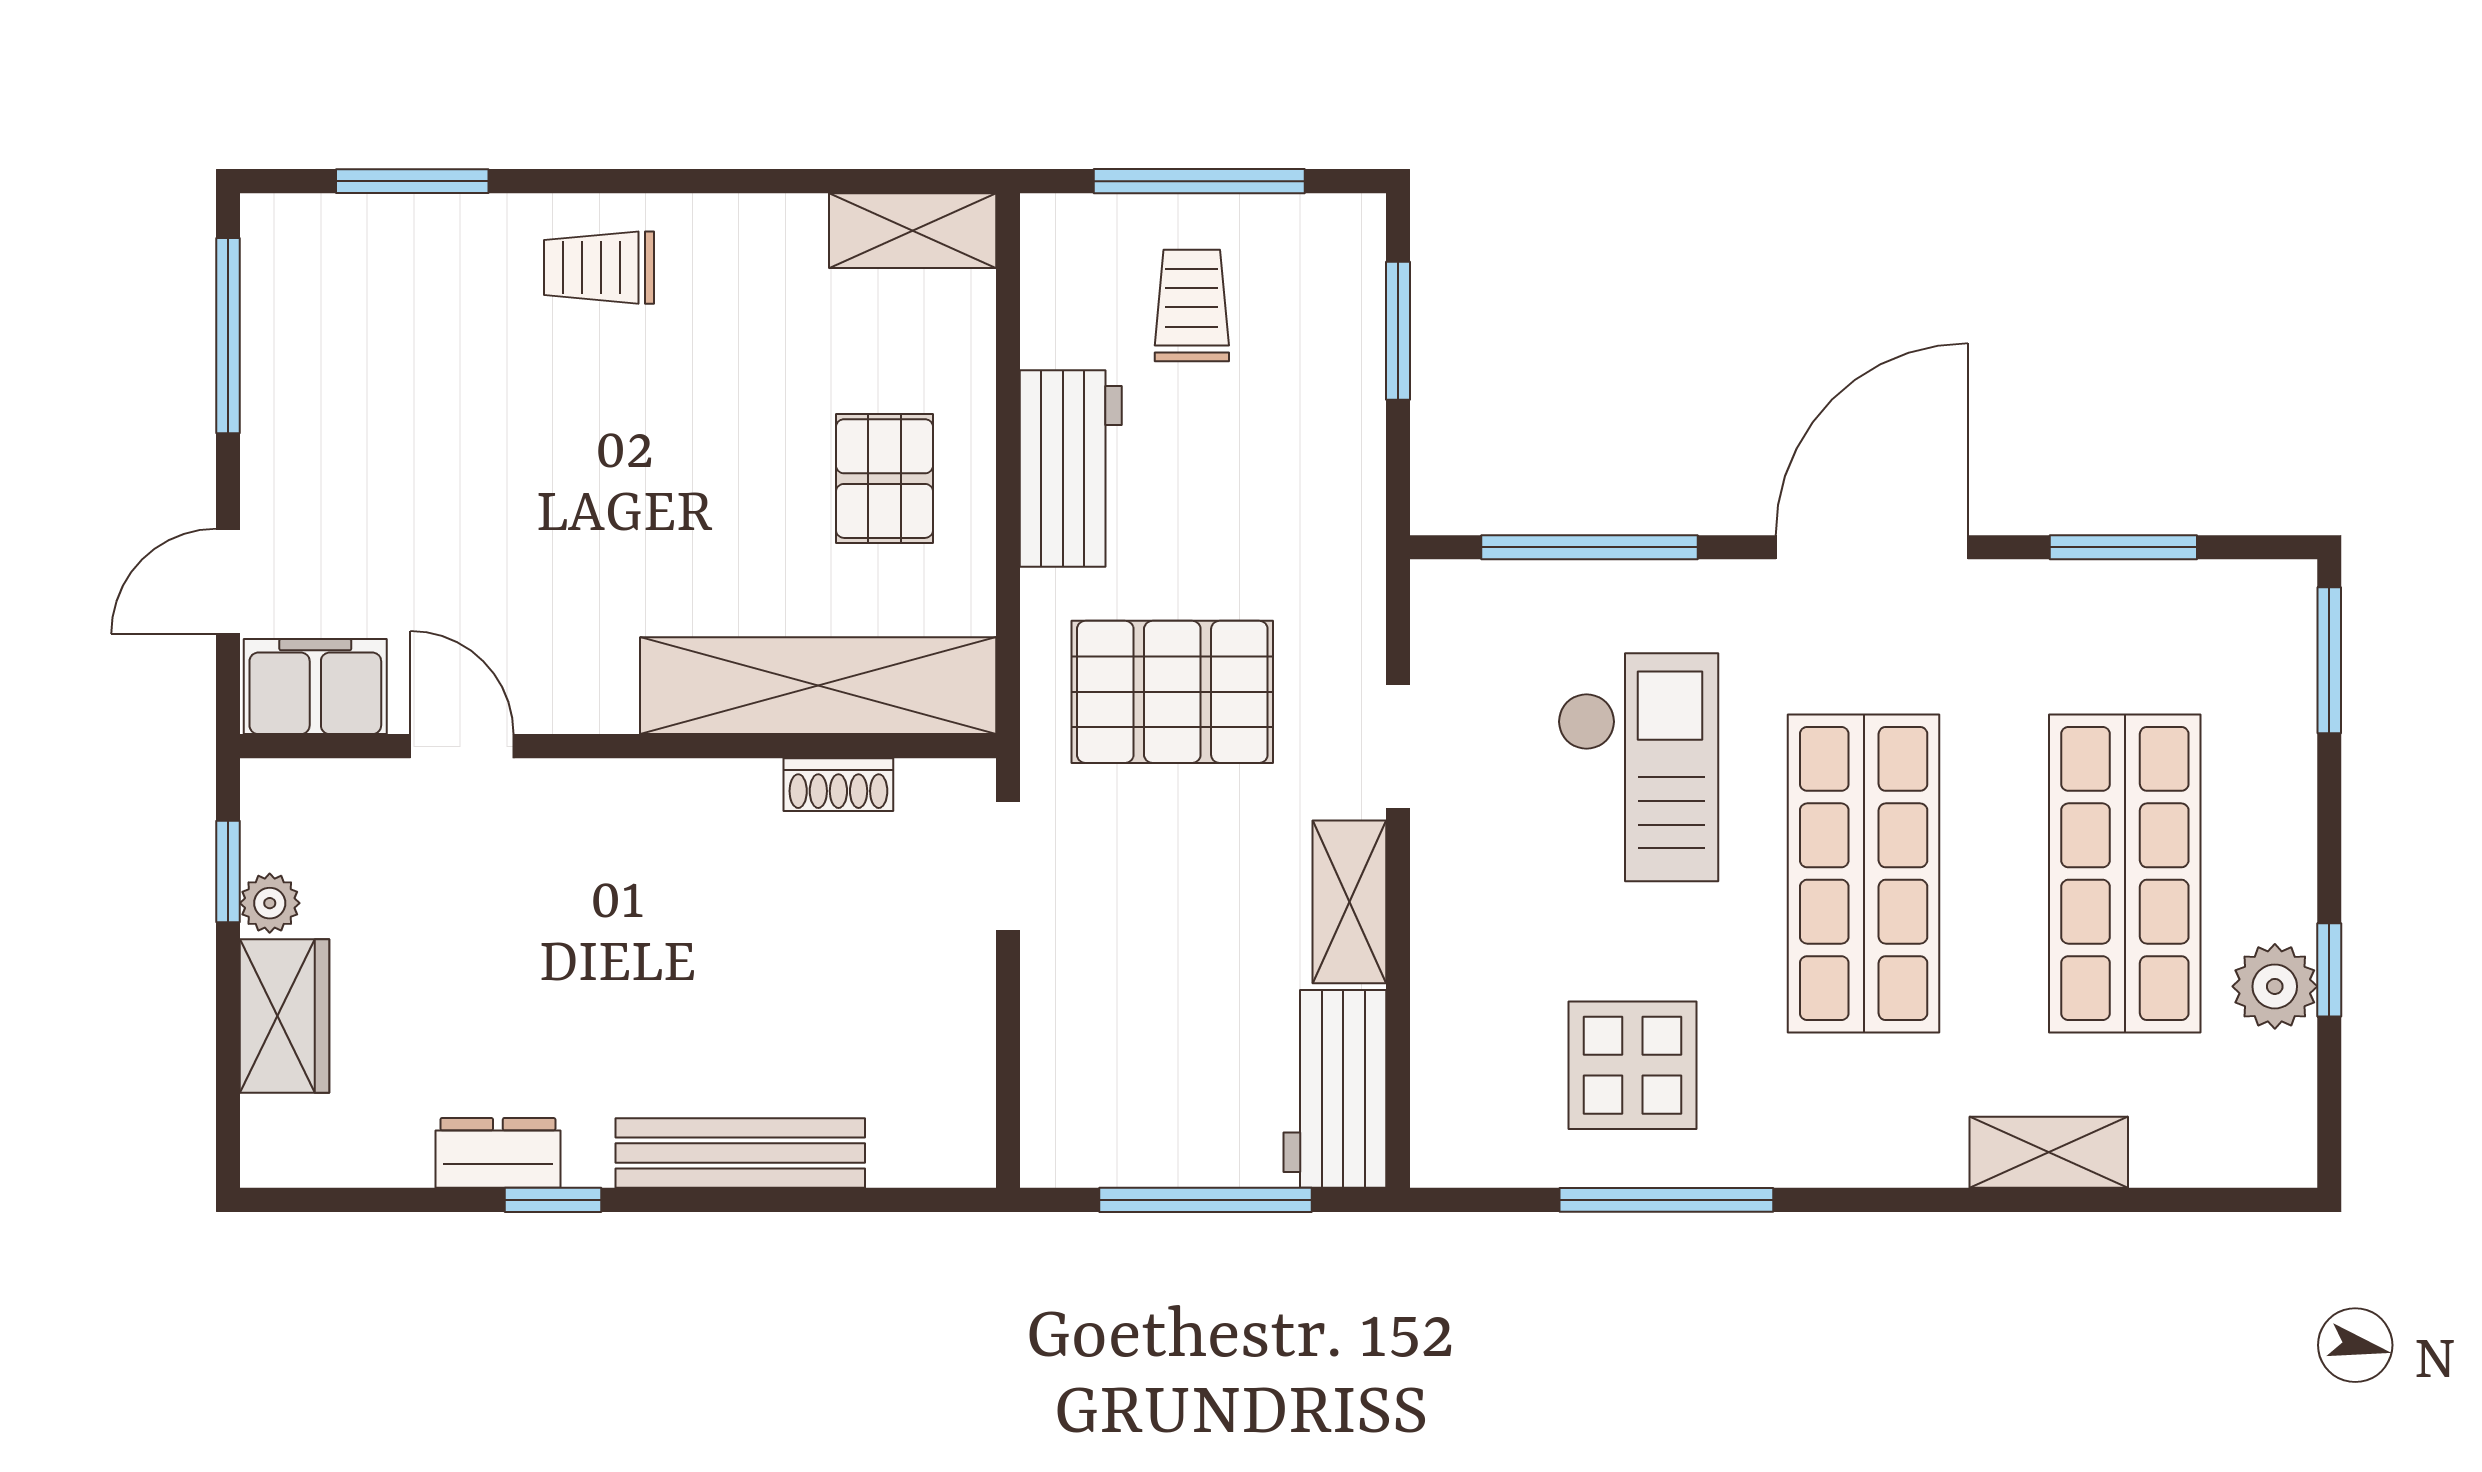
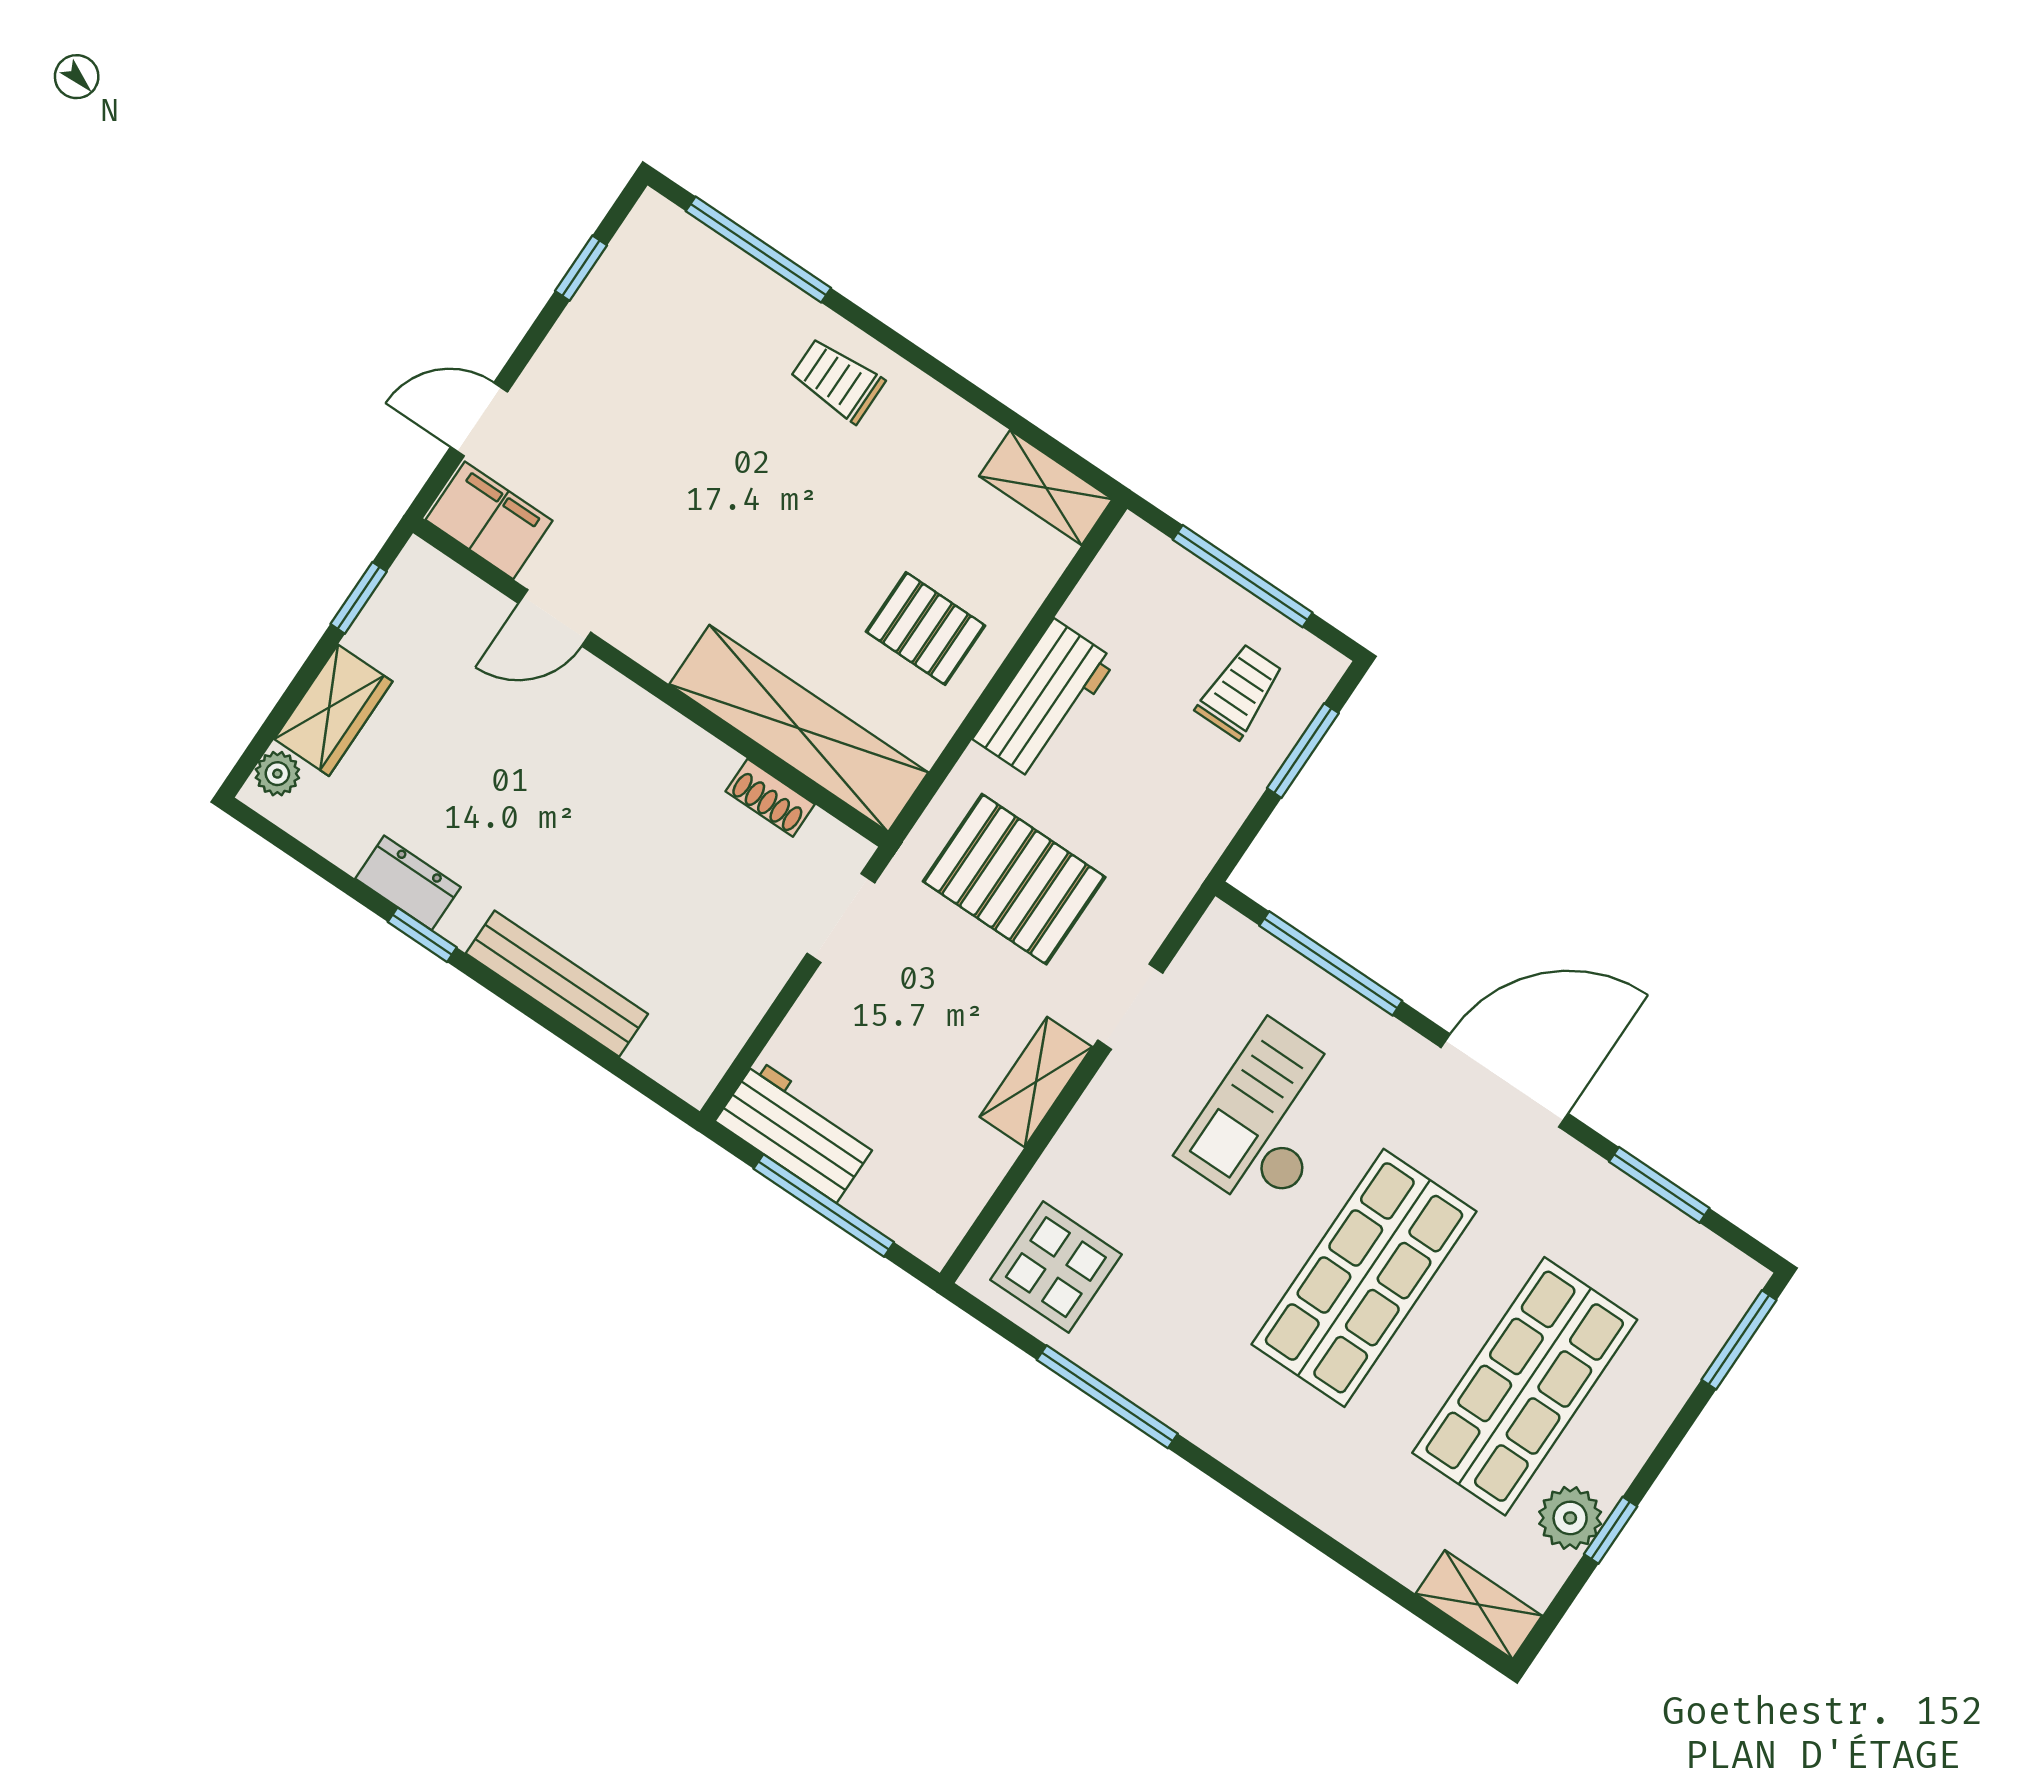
window: (412, 181) -> (758, 250), width x1.44
trolley: (1192, 306) -> (1240, 691), moved
window: (228, 336) -> (581, 268), width x0.46
pallet: (884, 479) -> (926, 629), turned 90
door: (462, 746) -> (555, 618), swing flipped
checkout: (1638, 767) -> (1269, 1119), turned 180
plant: (270, 903) -> (277, 774), moved
display table: (1632, 1065) -> (1056, 1267), moved
workbench: (1335, 1089) -> (797, 1131), moved, turned 90
shelving: (2049, 1152) -> (1479, 1605), moved

